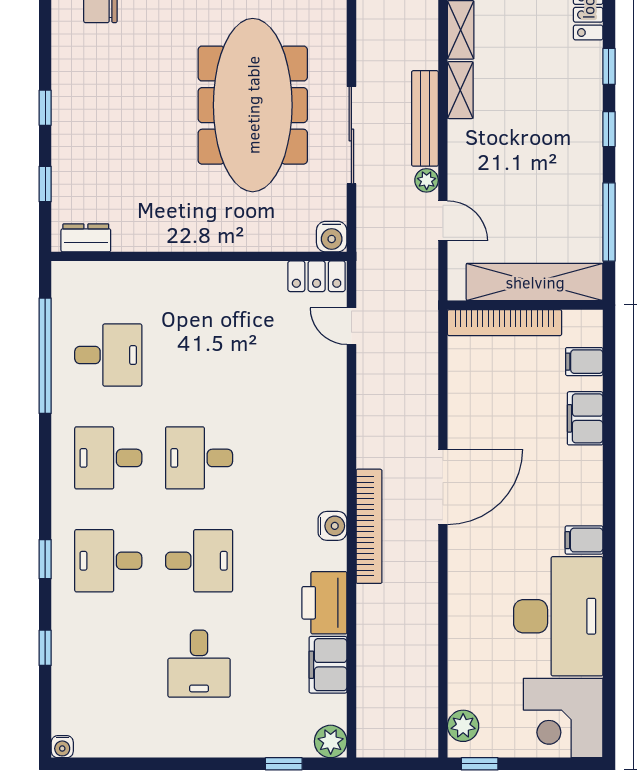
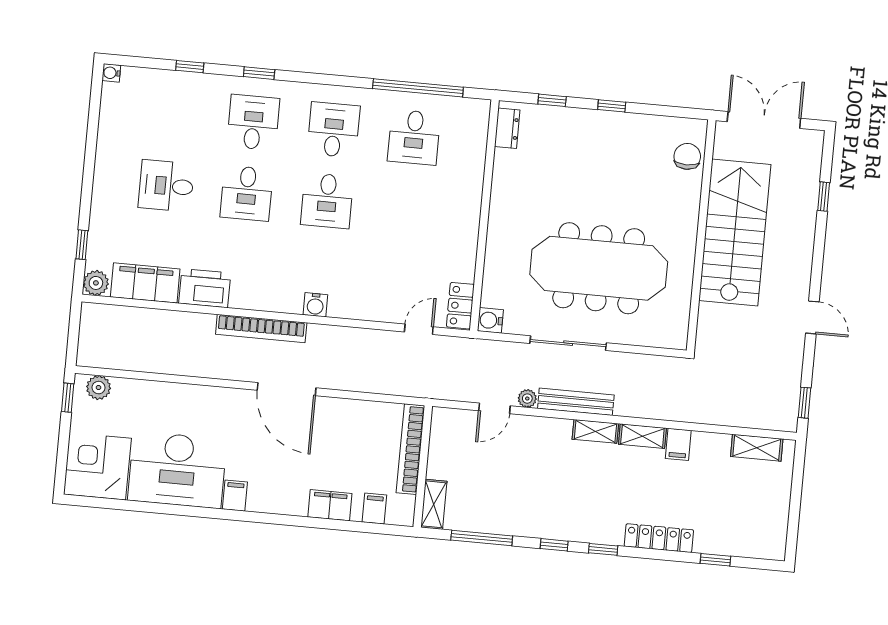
shelving: (535, 282) -> (434, 504), width x0.45, depth x0.75
desk: (199, 458) -> (327, 201), turned 180
water cooler: (332, 526) -> (315, 305), moved
filing cabinet: (328, 665) -> (145, 283), width x1.50, depth x1.17

